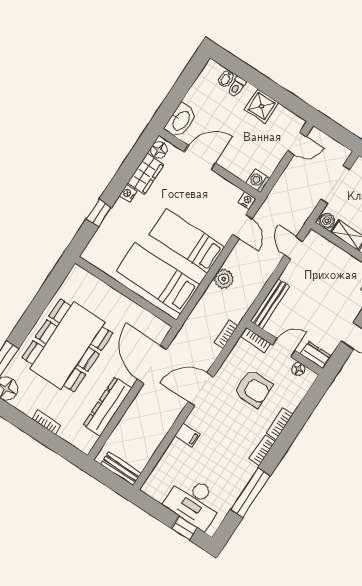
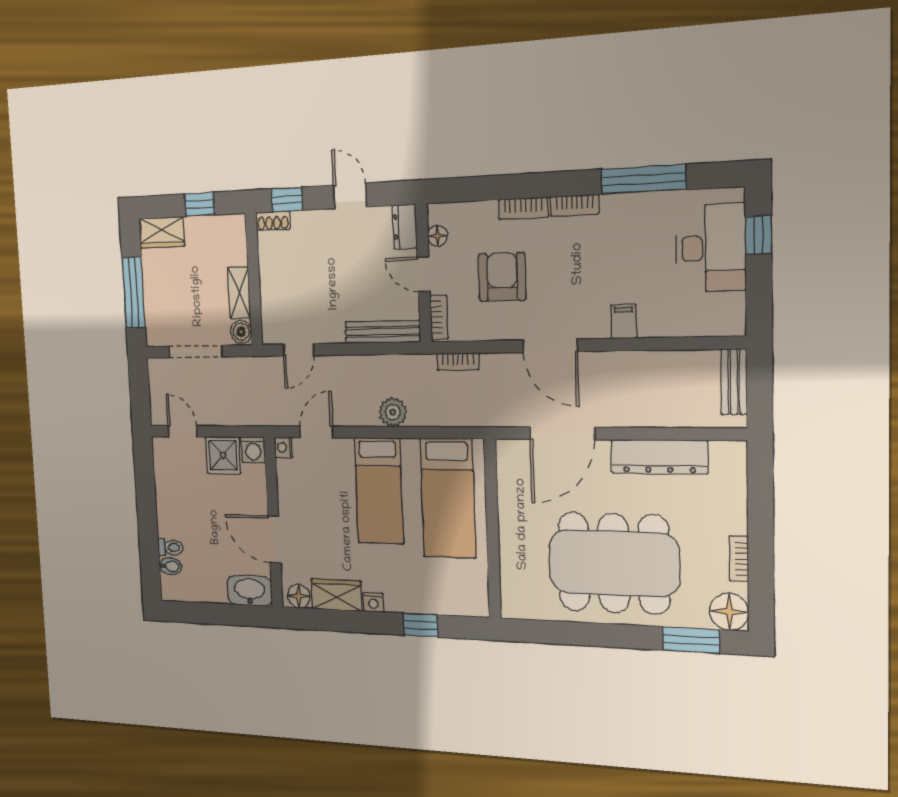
shower: (262, 106) -> (223, 455), moved
bookcase: (46, 422) -> (739, 559), moved

